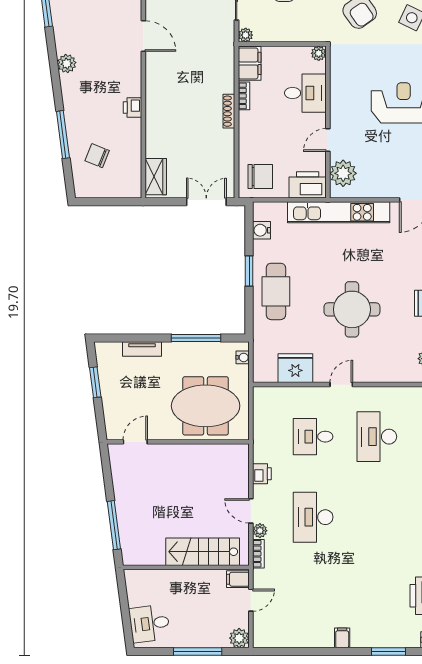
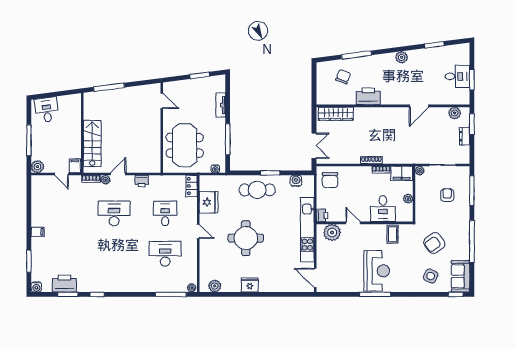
plant: (319, 53) -> (408, 199), moved
coffee table: (346, 78) -> (393, 234), added
printer: (132, 108) -> (368, 96), width x1.87, depth x1.48
wardrobe: (156, 177) -> (336, 114), width x1.50
printer: (308, 185) -> (322, 215), width x0.53, depth x0.68
locker: (270, 395) -> (192, 186), added

